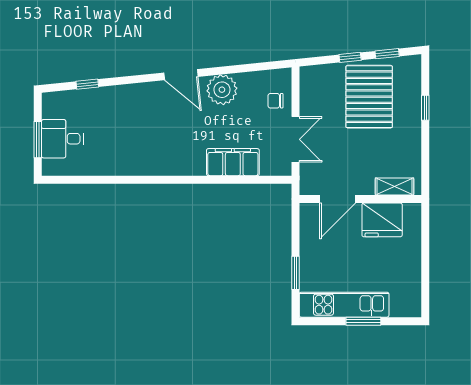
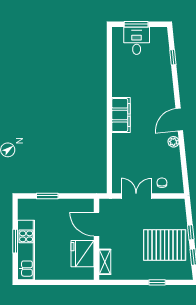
plant: (222, 90) -> (173, 142), width x0.53, depth x0.53
double door: (295, 139) -> (136, 196), swing flipped
filing cabinet: (233, 162) -> (121, 115), moved
kitchen unit: (344, 305) -> (26, 250), moved

